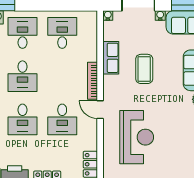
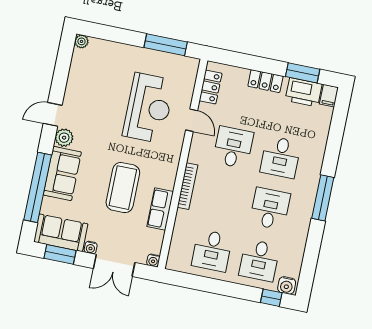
coffee table: (144, 69) -> (123, 188), width x1.36, depth x1.32
door: (100, 110) -> (192, 120), moved
desk: (22, 119) -> (281, 157), turned 180
reception desk: (137, 137) -> (149, 108), turned 180

